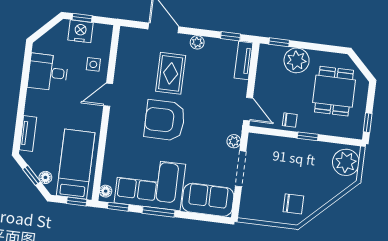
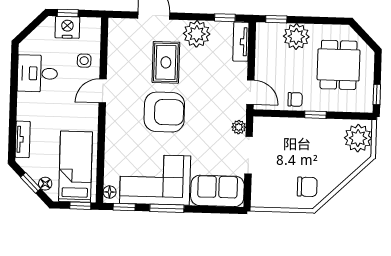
plant: (197, 42) -> (197, 34), width x1.88, depth x1.88
armchair: (165, 120) -> (164, 112), turned 180

